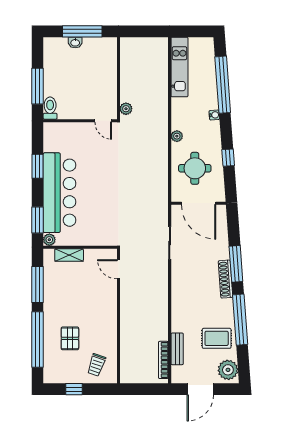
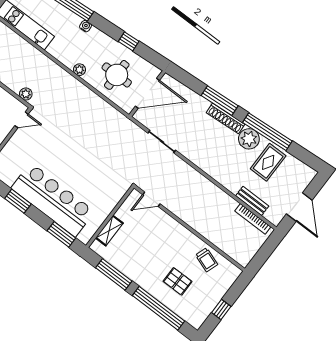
plant: (49, 240) -> (85, 237), removed
trolley: (96, 365) -> (207, 260), moved
plant: (228, 370) -> (249, 139), moved

